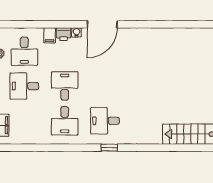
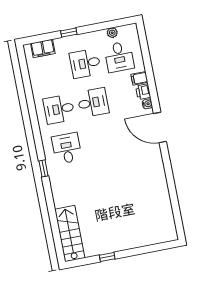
desk: (24, 51) -> (119, 57), turned -90
desk: (24, 86) -> (85, 63), turned -90
window: (109, 148) -> (43, 168), moved

